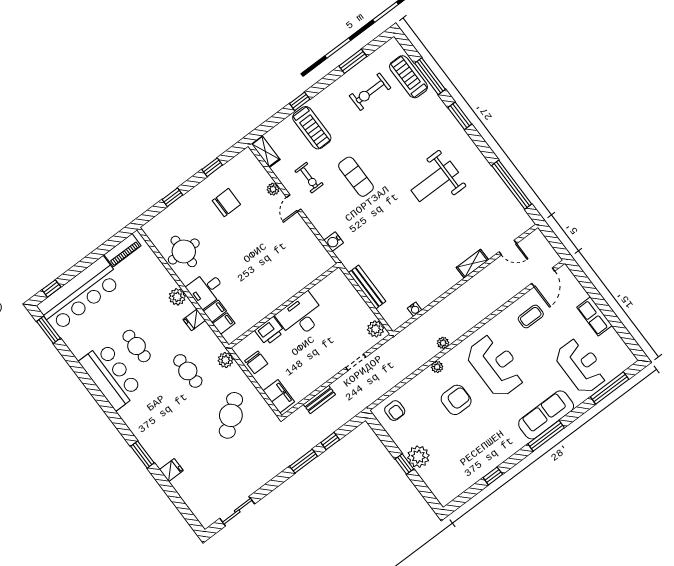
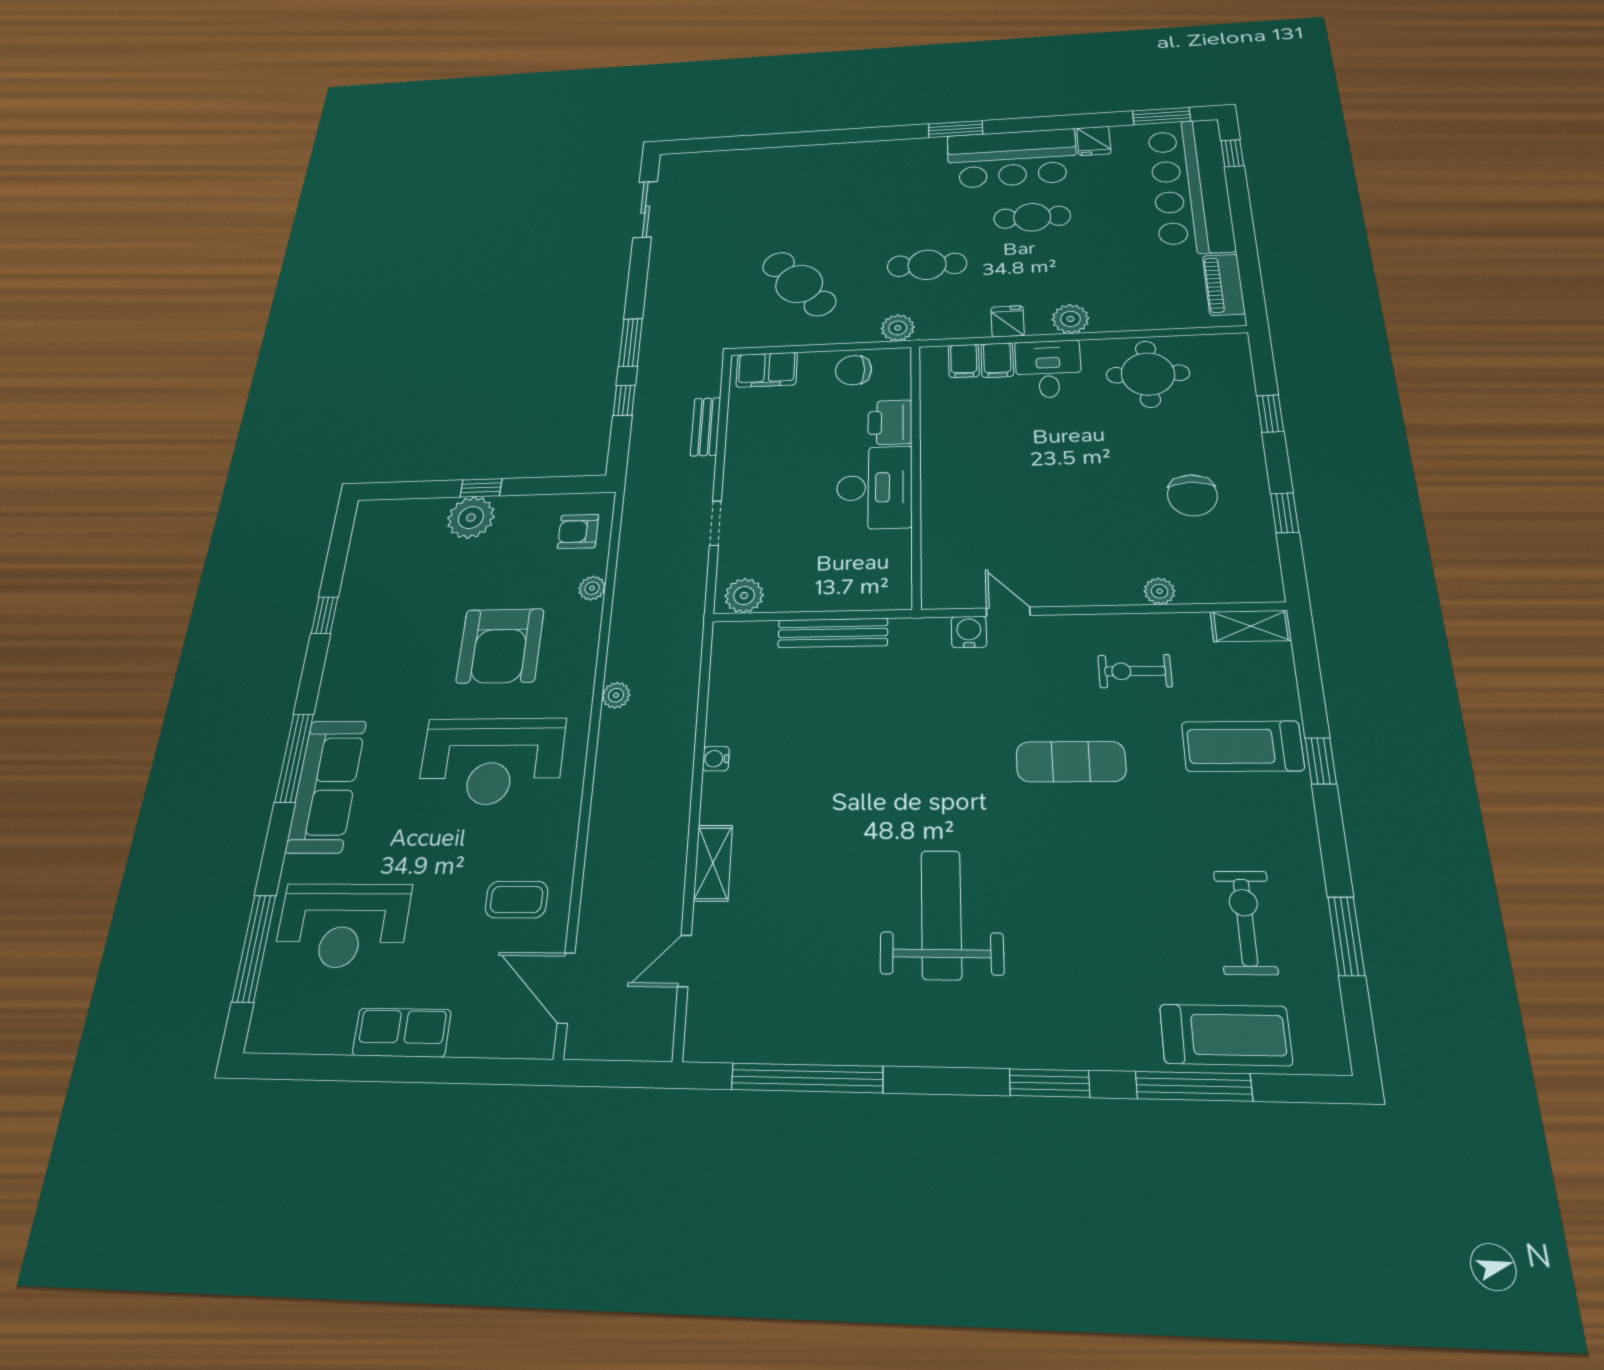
door: (294, 203) -> (1008, 612), moved
water cooler: (415, 309) -> (716, 759), moved
coffee table: (531, 316) -> (517, 900), turned 90
plant: (437, 367) -> (592, 588), moved
armchair: (456, 400) -> (500, 646), width x1.36, depth x1.36
window: (142, 455) -> (956, 129), moved
fridge: (171, 470) -> (1094, 141), moved

